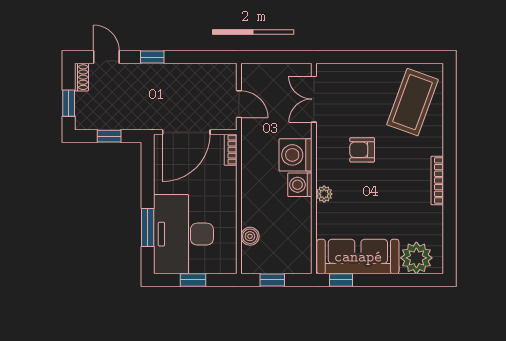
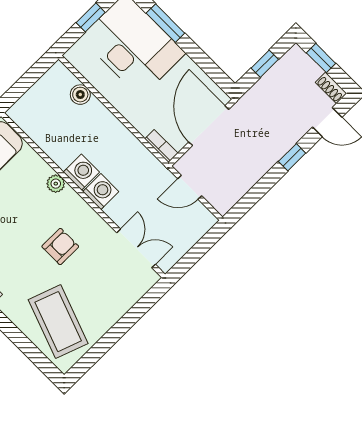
washing machine: (295, 155) -> (101, 192), width x0.73, depth x0.73
window: (272, 280) -> (30, 78), removed

